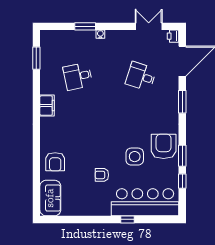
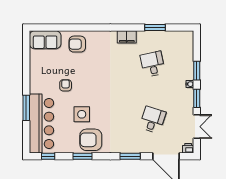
window: (117, 26) -> (197, 98), added
window: (36, 58) -> (155, 28), moved
armchair: (164, 146) -> (91, 140), turned 180
window: (182, 181) -> (48, 156), moved
window: (127, 219) -> (26, 108), width x2.17

